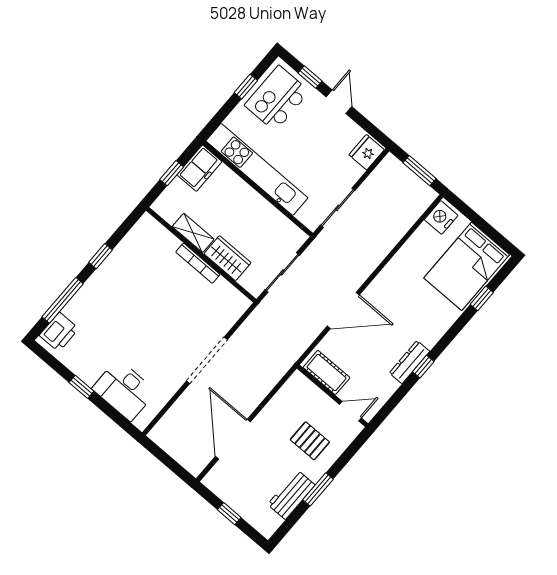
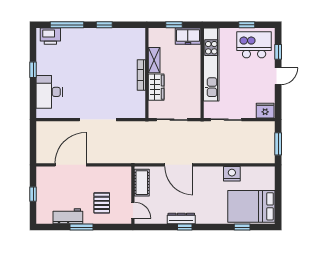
nightstand: (441, 217) -> (232, 174), moved

